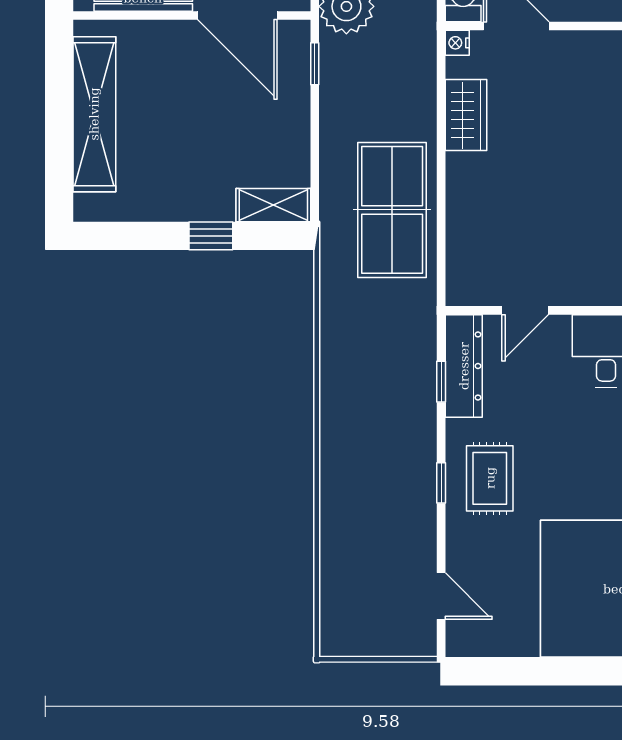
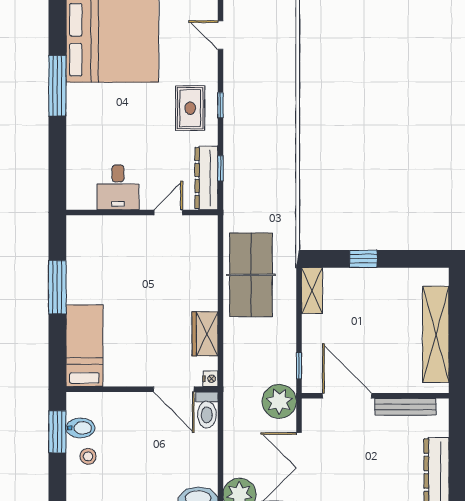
shelving: (273, 205) -> (312, 291), moved, turned 90

